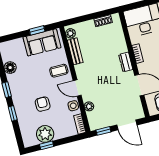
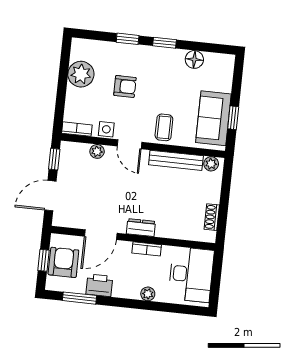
bench: (75, 51) -> (176, 160), width x1.36
door: (77, 88) -> (129, 144), swing flipped
window: (47, 145) -> (64, 70), removed

